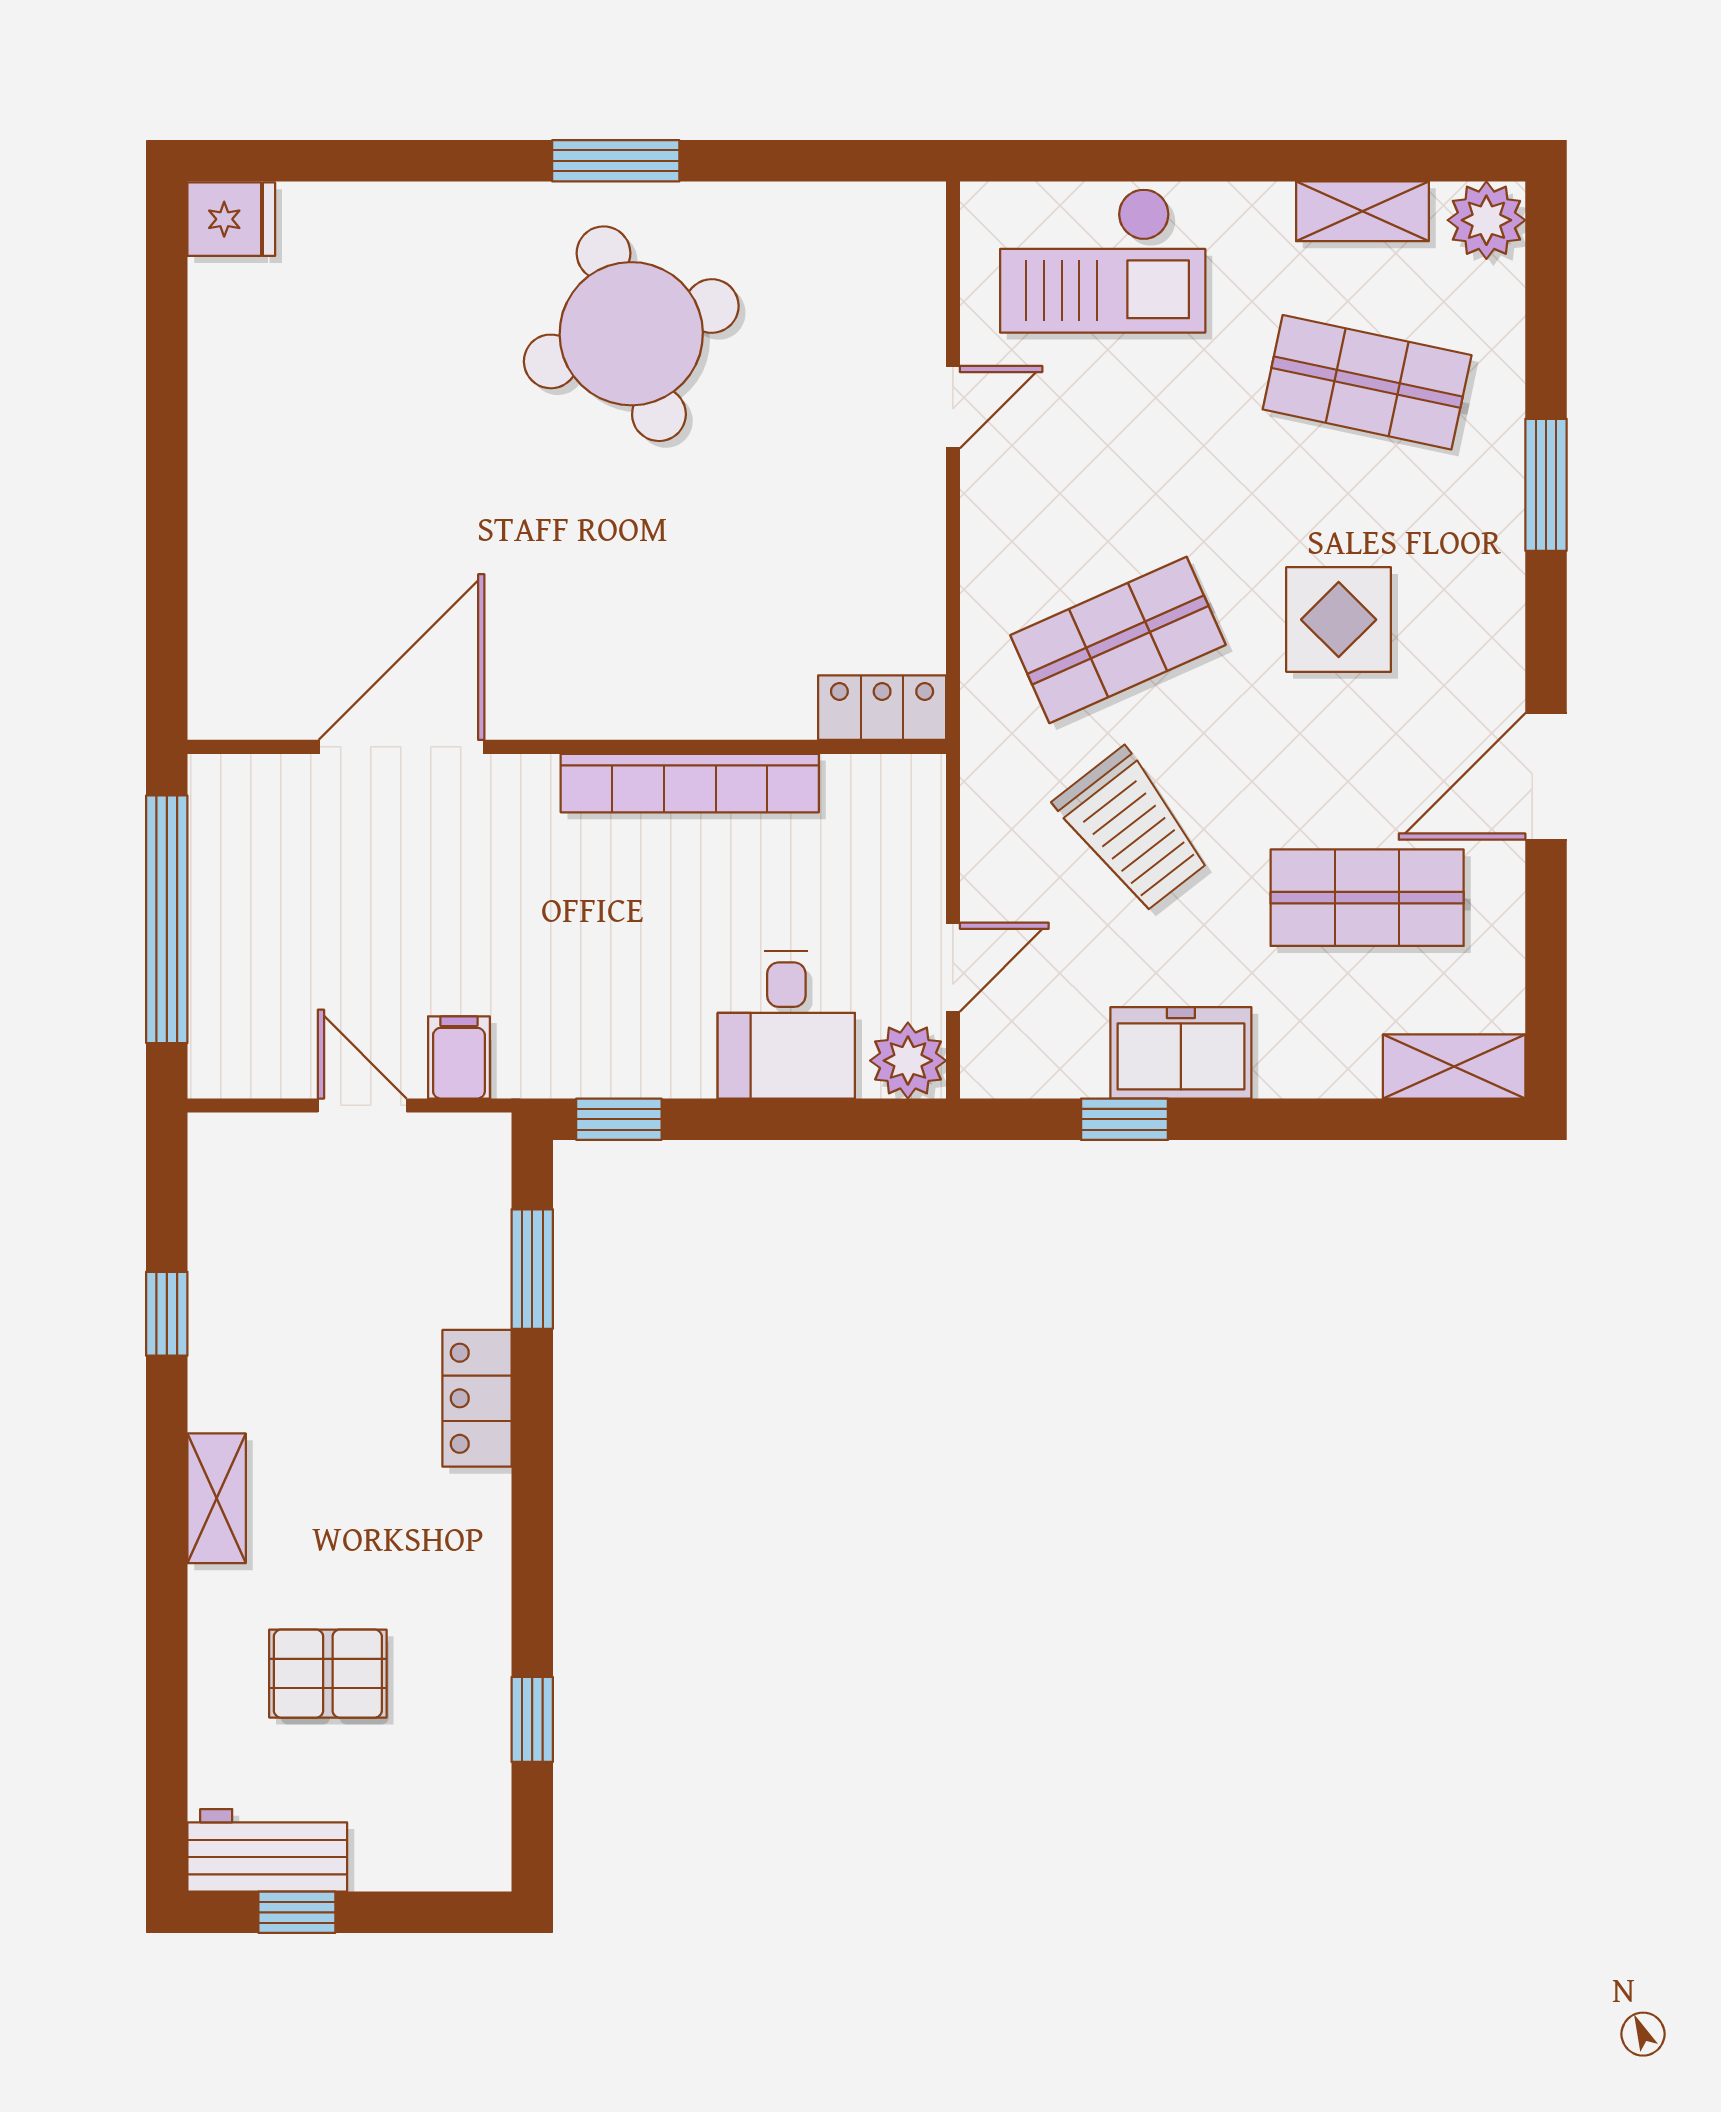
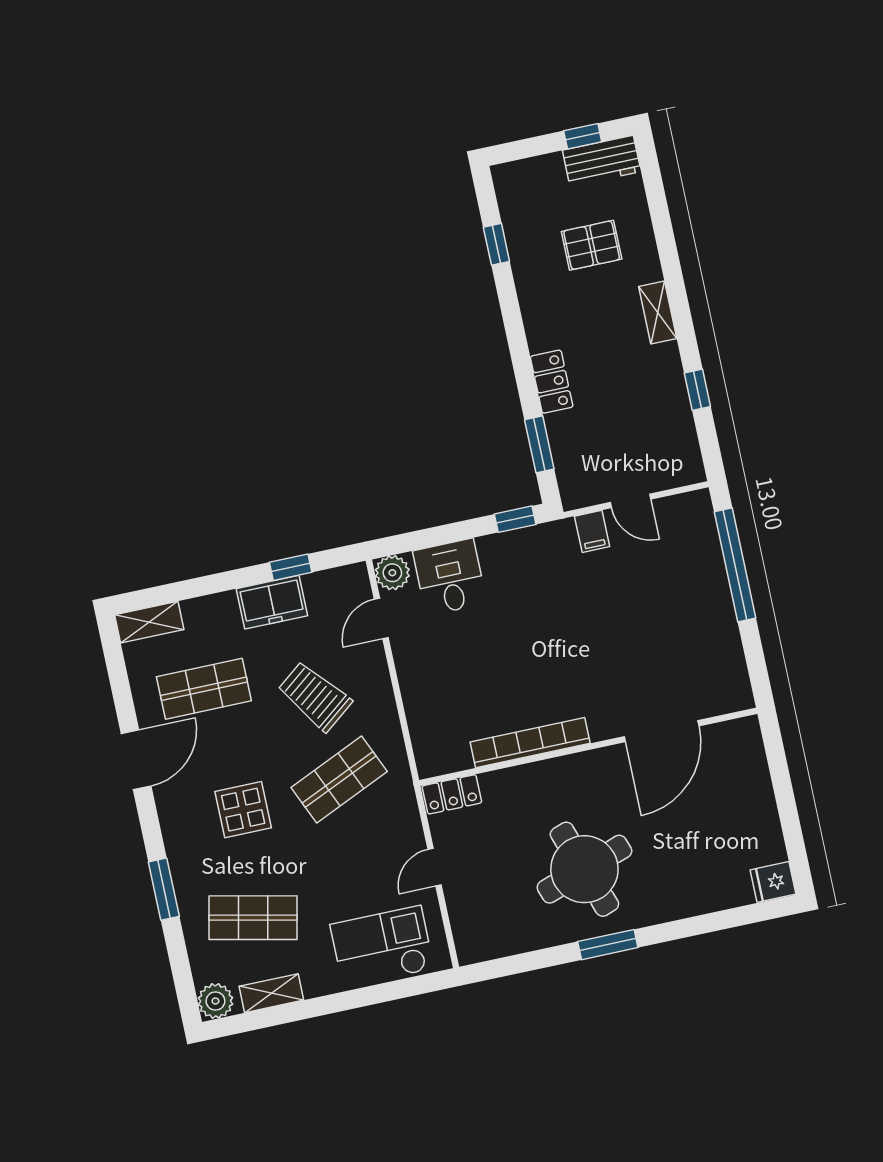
locker: (882, 708) -> (452, 794), moved
door: (401, 747) -> (662, 731), moved
wall: (567, 747) -> (588, 747), moved
bookcase: (690, 783) -> (530, 743), moved

